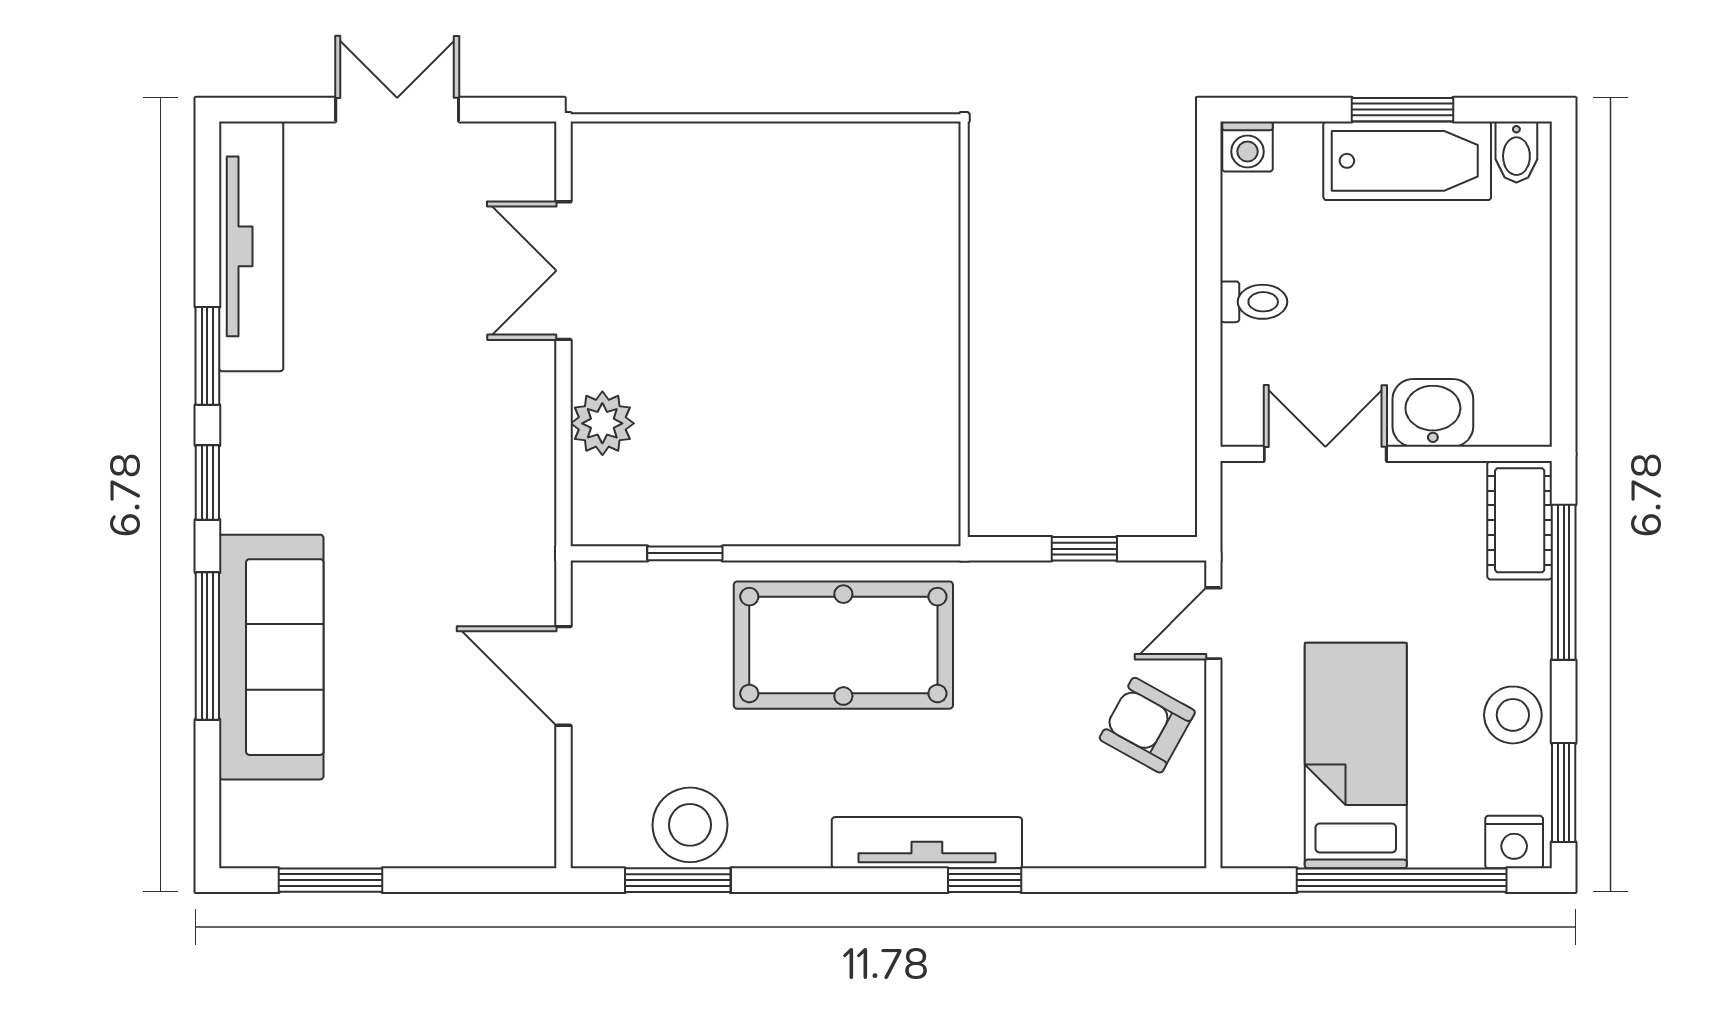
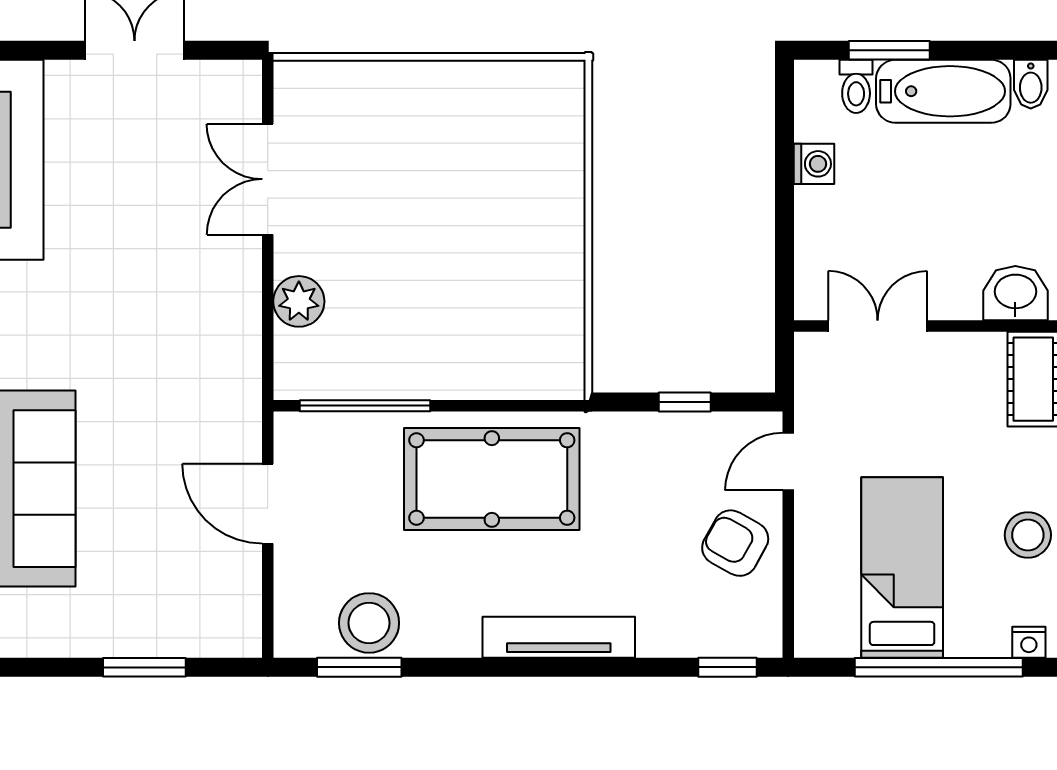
window: (1402, 110) -> (889, 50), moved
washing machine: (1248, 146) -> (814, 164), moved, turned -90
toilet: (1254, 302) -> (856, 86), moved, turned 90
washbasin: (1433, 413) -> (1015, 293), moved
window: (685, 553) -> (365, 406), width x2.17
nightstand: (1514, 842) -> (1029, 642), width x0.72, depth x0.74
window: (331, 880) -> (144, 667), moved
window: (985, 880) -> (728, 667), moved

